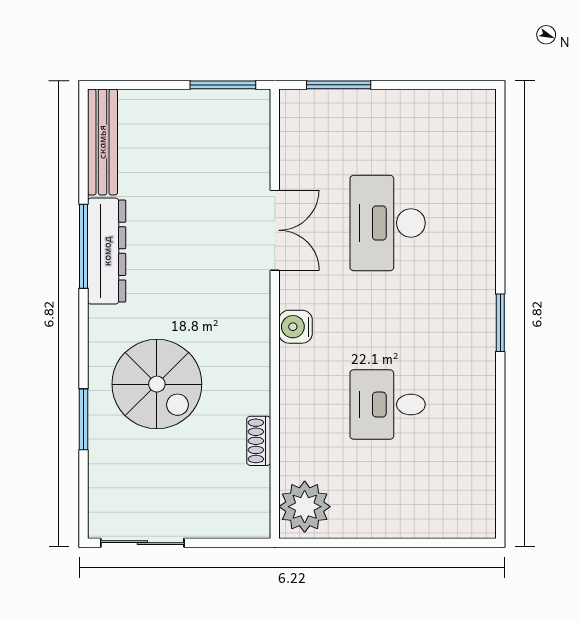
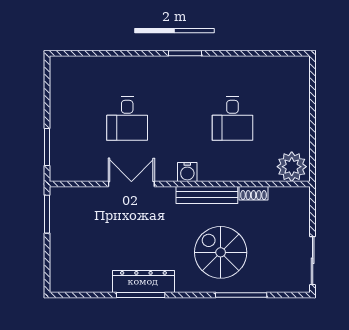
bench: (102, 142) -> (207, 195), moved
desk: (388, 223) -> (127, 119), width x0.73
spiral stairs: (157, 384) -> (221, 252), turned -90
window: (84, 419) -> (241, 295), width x1.44

